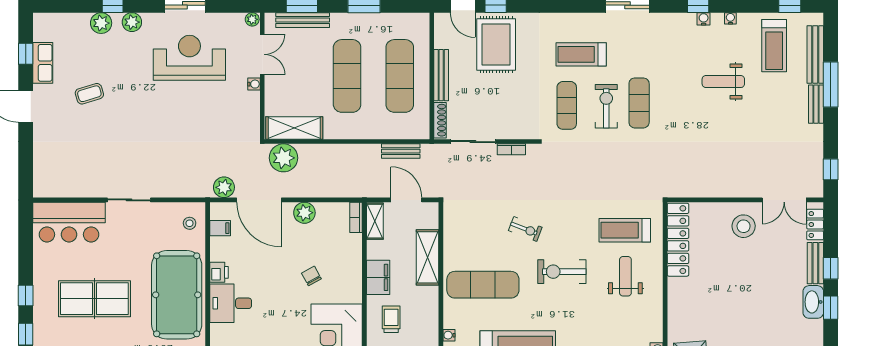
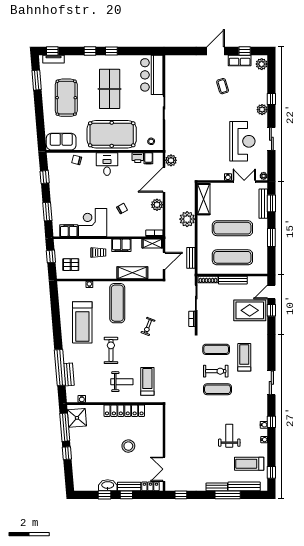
plant: (101, 23) -> (262, 64), moved
double door: (262, 54) -> (244, 181), swing flipped
plant: (283, 158) -> (187, 219), moved
stool: (744, 226) -> (128, 446), moved
locker: (678, 240) -> (124, 411), moved
printer: (219, 272) -> (138, 158), moved
exercise bike: (562, 272) -> (111, 350), moved

